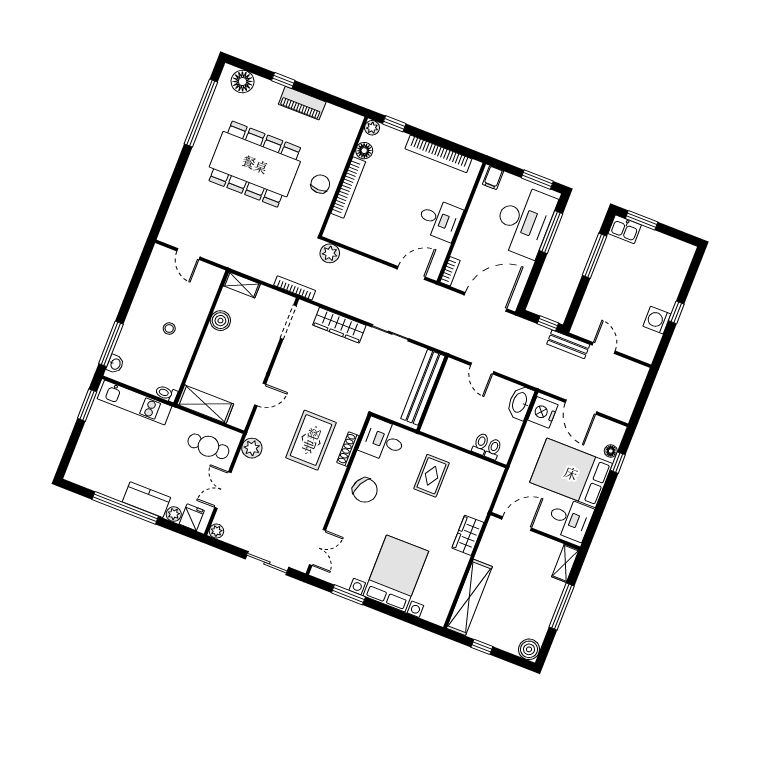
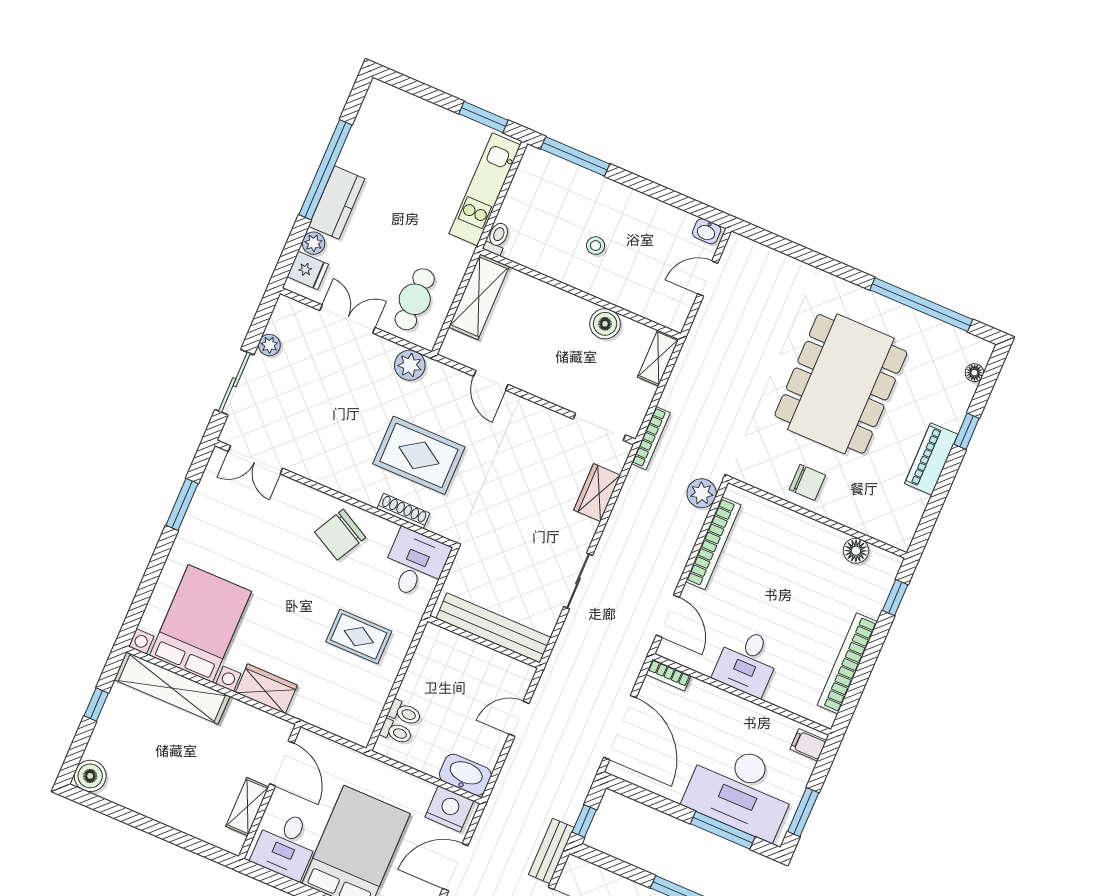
floor lamp: (243, 82) -> (974, 373), width x0.53, depth x0.53
plant: (372, 128) -> (890, 564), removed
bookcase: (348, 188) -> (713, 543), moved, turned -90
wardrobe: (339, 325) -> (597, 493), width x0.67
washbasin: (115, 364) -> (707, 231), moved
plant: (216, 531) -> (269, 345), moved
shelving: (565, 563) -> (247, 807), moved, turned 90
bed with nightstands: (396, 573) -> (200, 624), moved, turned -90
window: (562, 607) -> (153, 828), removed

